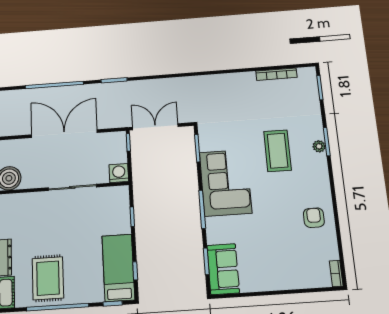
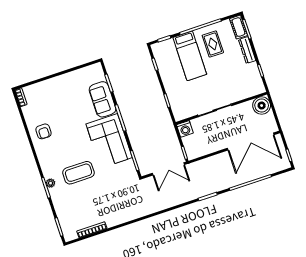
double door: (64, 134) -> (251, 142), moved
coffee table: (277, 151) -> (78, 173), turned 90
bed: (118, 268) -> (190, 56), moved
sofa: (223, 269) -> (102, 99), moved
rug: (48, 278) -> (213, 44), width x0.73, depth x0.70

